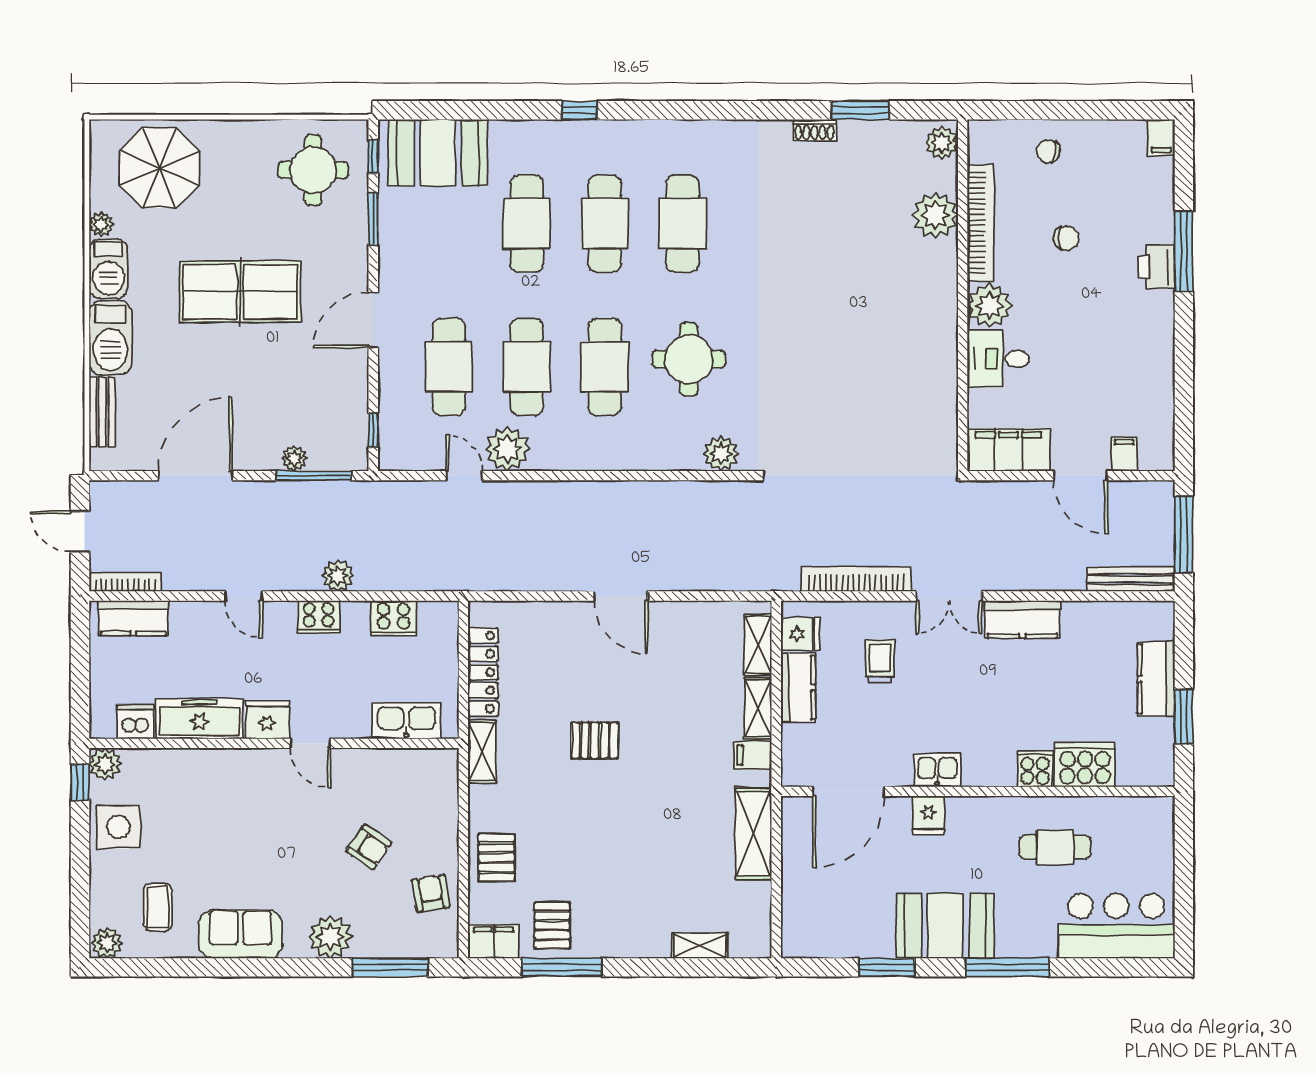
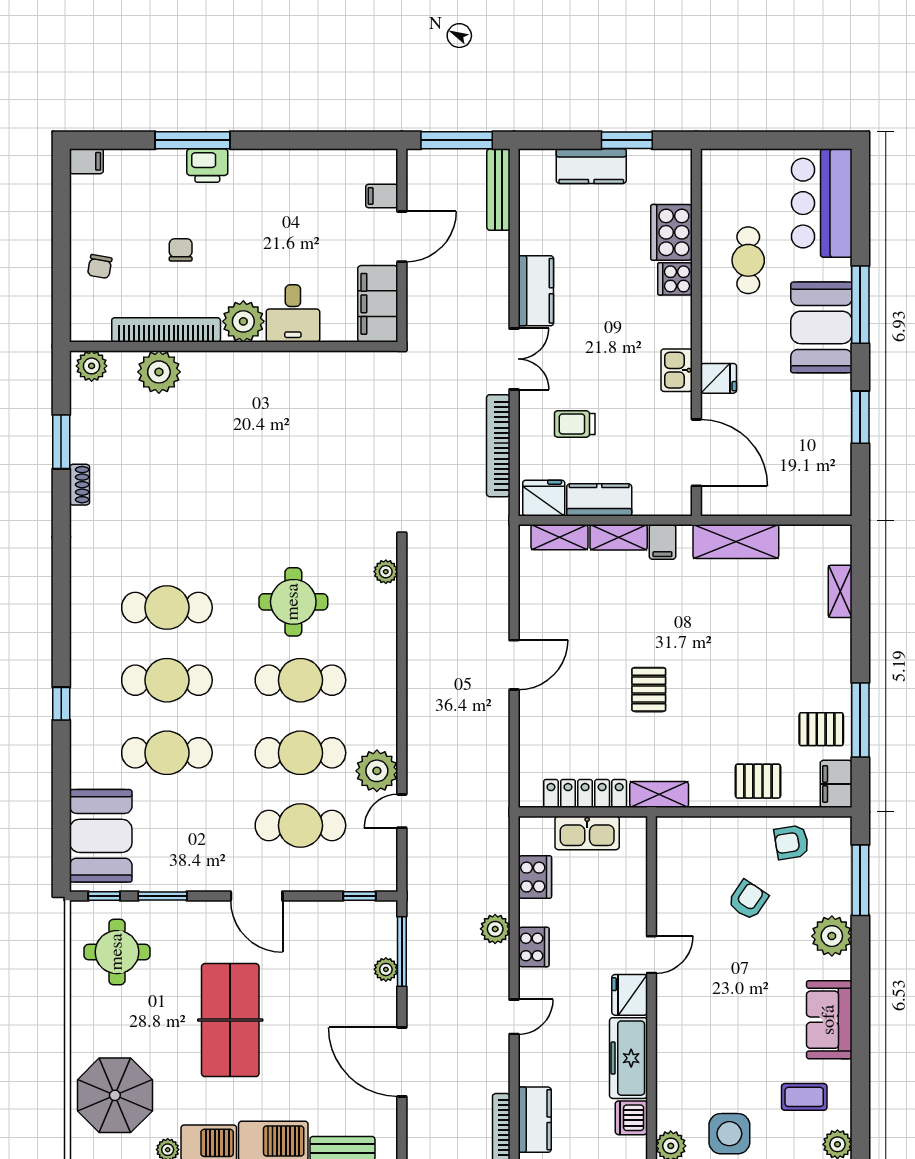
plant: (721, 454) -> (386, 572), width x0.73, depth x0.73
fridge: (800, 634) -> (544, 498), width x1.38
kitchen sink: (406, 721) -> (587, 833), moved, turned -90
booth: (945, 926) -> (821, 327), moved

